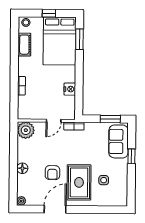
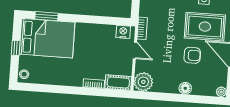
cot: (24, 45) -> (118, 82), moved
nightstand: (70, 89) -> (123, 32), moved

